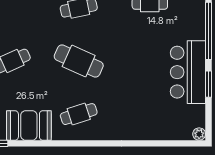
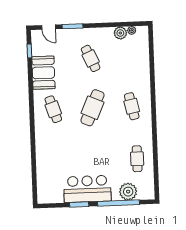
plant: (199, 134) -> (128, 192), moved, width x1.87, depth x1.87

